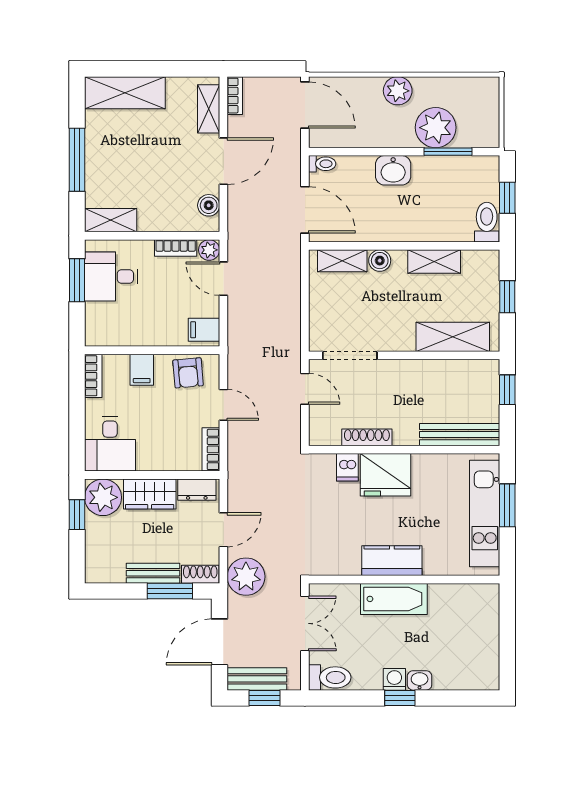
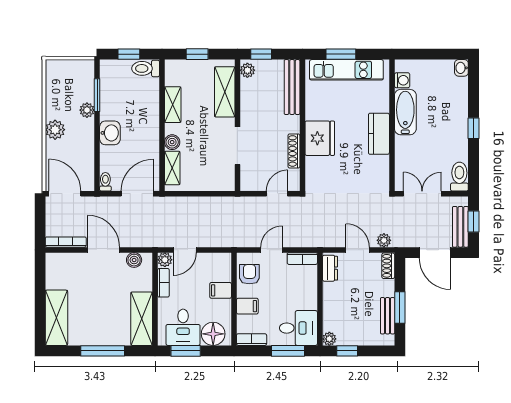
bookcase: (235, 96) -> (66, 242), width x1.56
door: (305, 105) -> (65, 194), hinge flipped
shelving: (209, 109) -> (68, 260), removed
plant: (436, 128) -> (87, 110), width x0.53, depth x0.53
shelving: (111, 220) -> (142, 319), width x1.50, depth x1.33
floor lamp: (102, 320) -> (213, 334), added
filing cabinet: (204, 330) -> (221, 290), moved, turned 90
doorway: (350, 355) -> (237, 146), moved
plant: (484, 370) -> (247, 70), added
armchair: (188, 373) -> (249, 274), turned -85
door: (305, 389) -> (277, 194), moved
window: (77, 429) -> (288, 351), added
dishwasher: (347, 467) -> (315, 164), removed
wardrobe: (150, 494) -> (333, 301), removed
plant: (103, 497) -> (329, 339), width x0.53, depth x0.53
bench: (153, 573) -> (388, 316), moved
plant: (246, 577) -> (384, 240), width x0.53, depth x0.53
window: (170, 591) -> (400, 307), moved
bathtub: (394, 599) -> (405, 112), moved
washing machine: (394, 679) -> (402, 80), moved, turned 180
washbasin: (420, 680) -> (461, 68), moved

